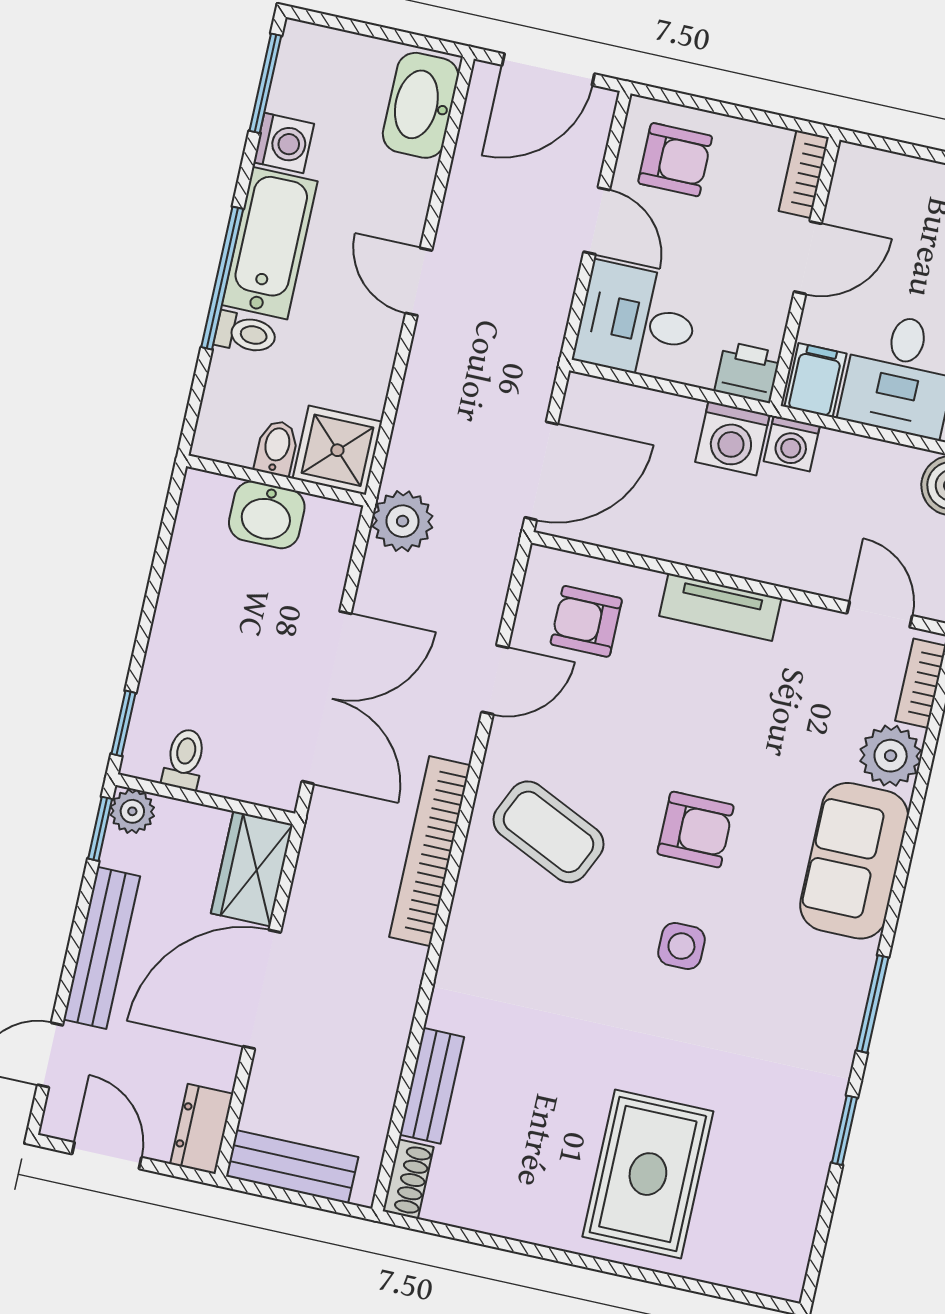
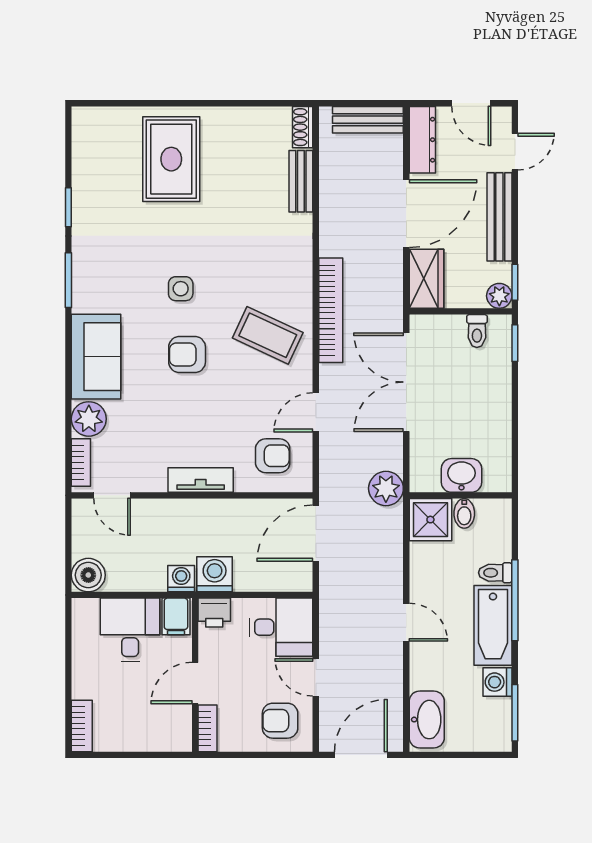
dresser: (202, 1129) -> (422, 140), width x1.44

